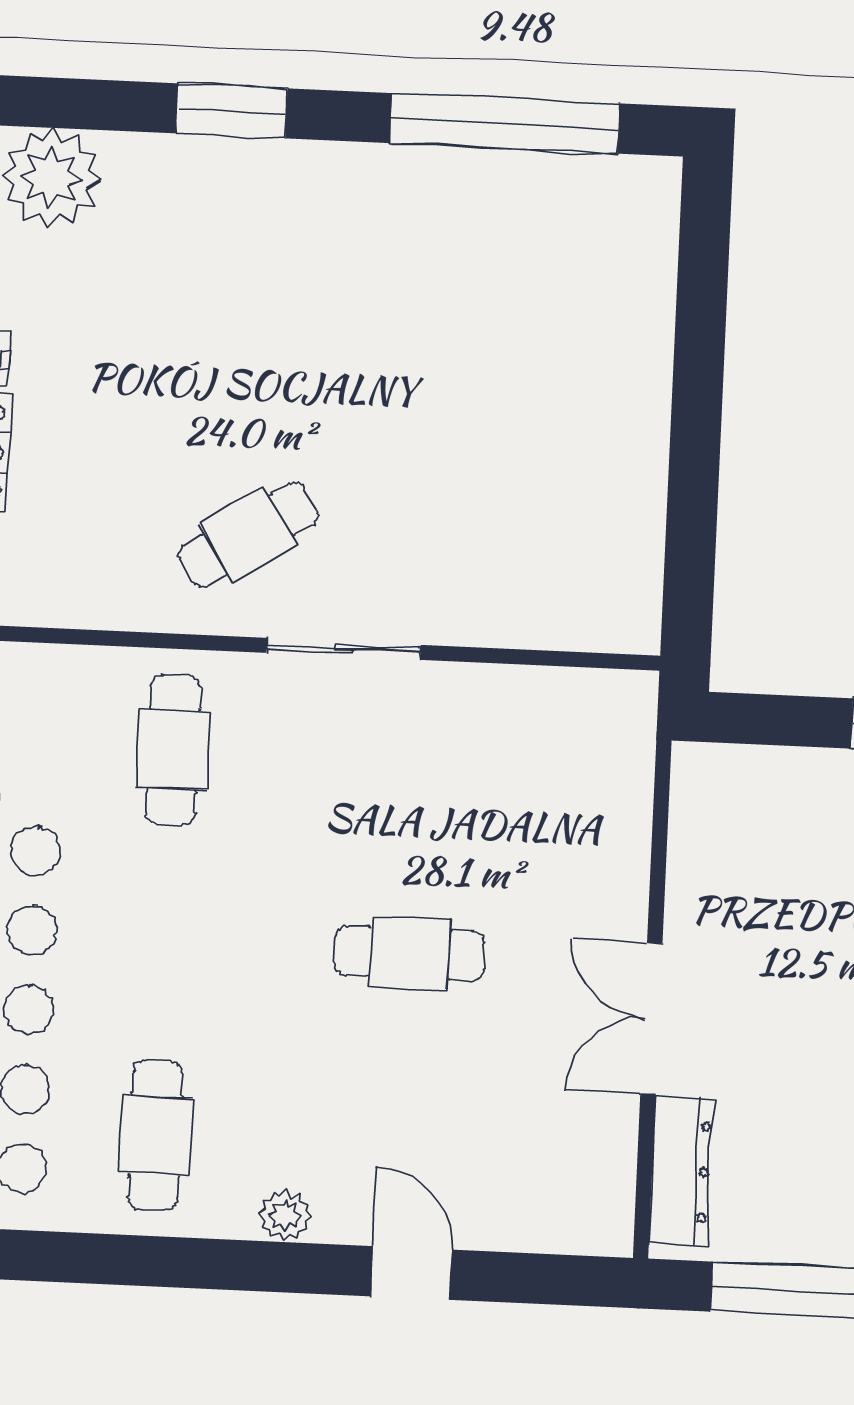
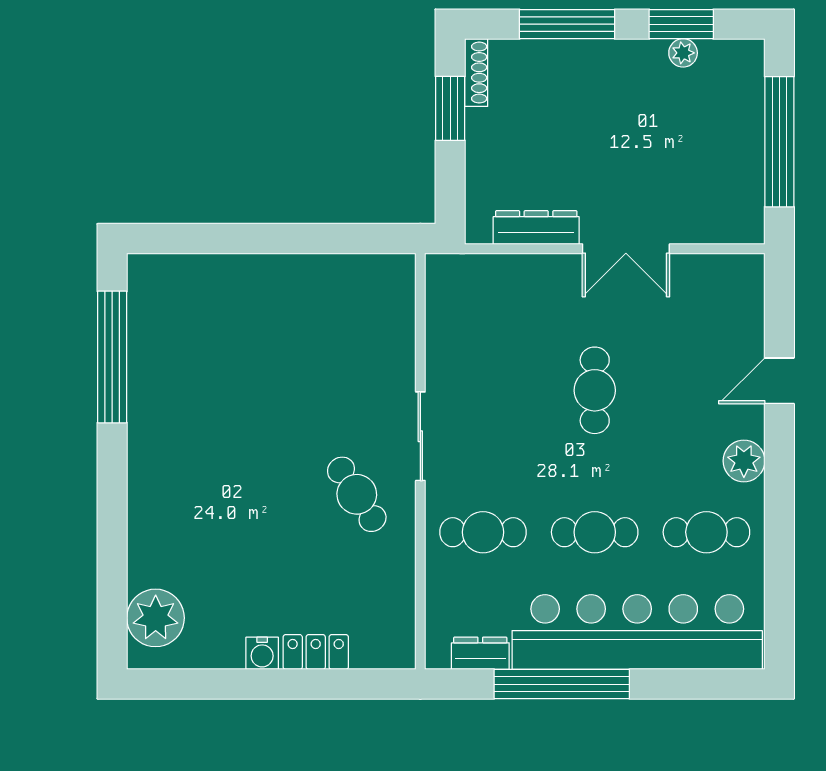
window: (232, 111) -> (112, 515), removed
cafe table: (164, 942) -> (595, 532), added
dresser: (681, 1171) -> (536, 228), moved
plant: (285, 1216) -> (744, 461), width x1.38, depth x1.38

